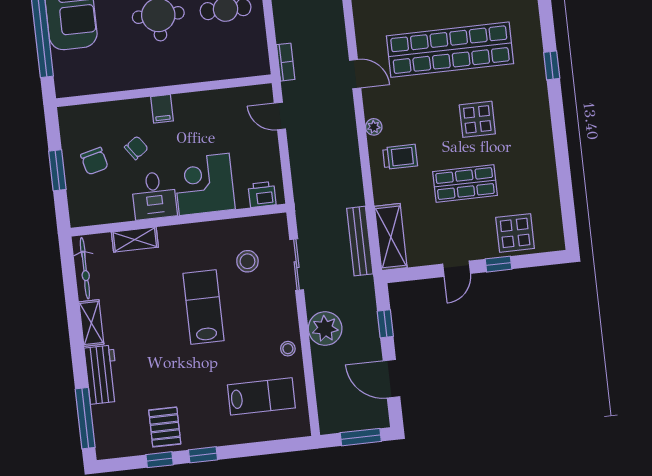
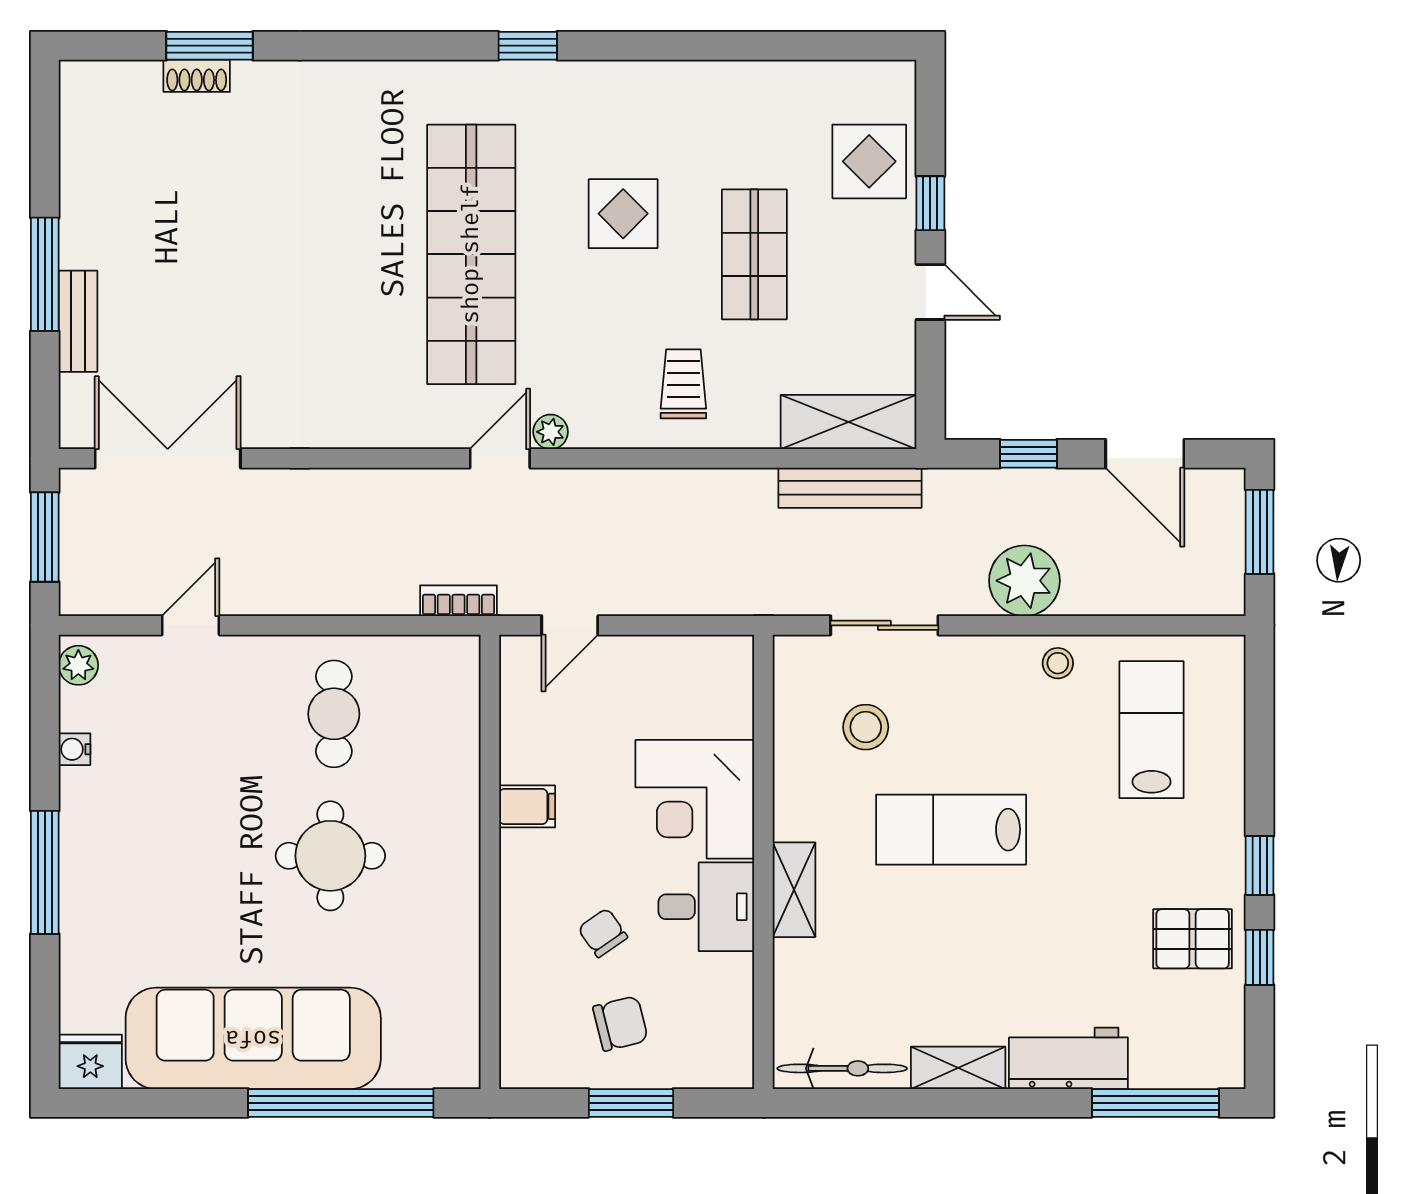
filing cabinet: (162, 109) -> (527, 806), moved
plant: (374, 127) -> (551, 432), moved
printer: (262, 194) -> (730, 681), removed
shelving: (135, 240) -> (794, 890), moved
door: (391, 379) -> (1145, 454), hinge flipped

